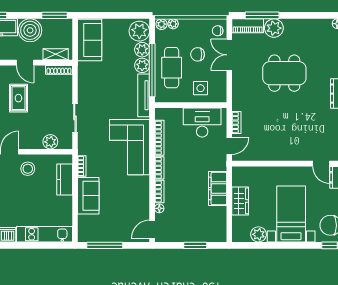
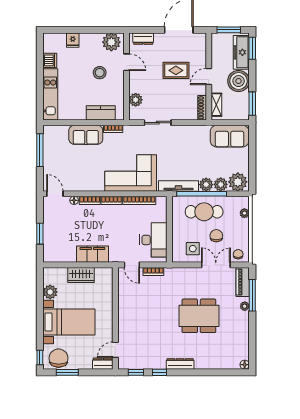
plant: (161, 24) -> (244, 202), removed
plant: (274, 28) -> (245, 306), width x0.53, depth x0.53
dining table: (284, 73) -> (199, 316), turned 90
side table: (201, 88) -> (193, 249), moved
stool: (28, 169) -> (100, 73), moved

